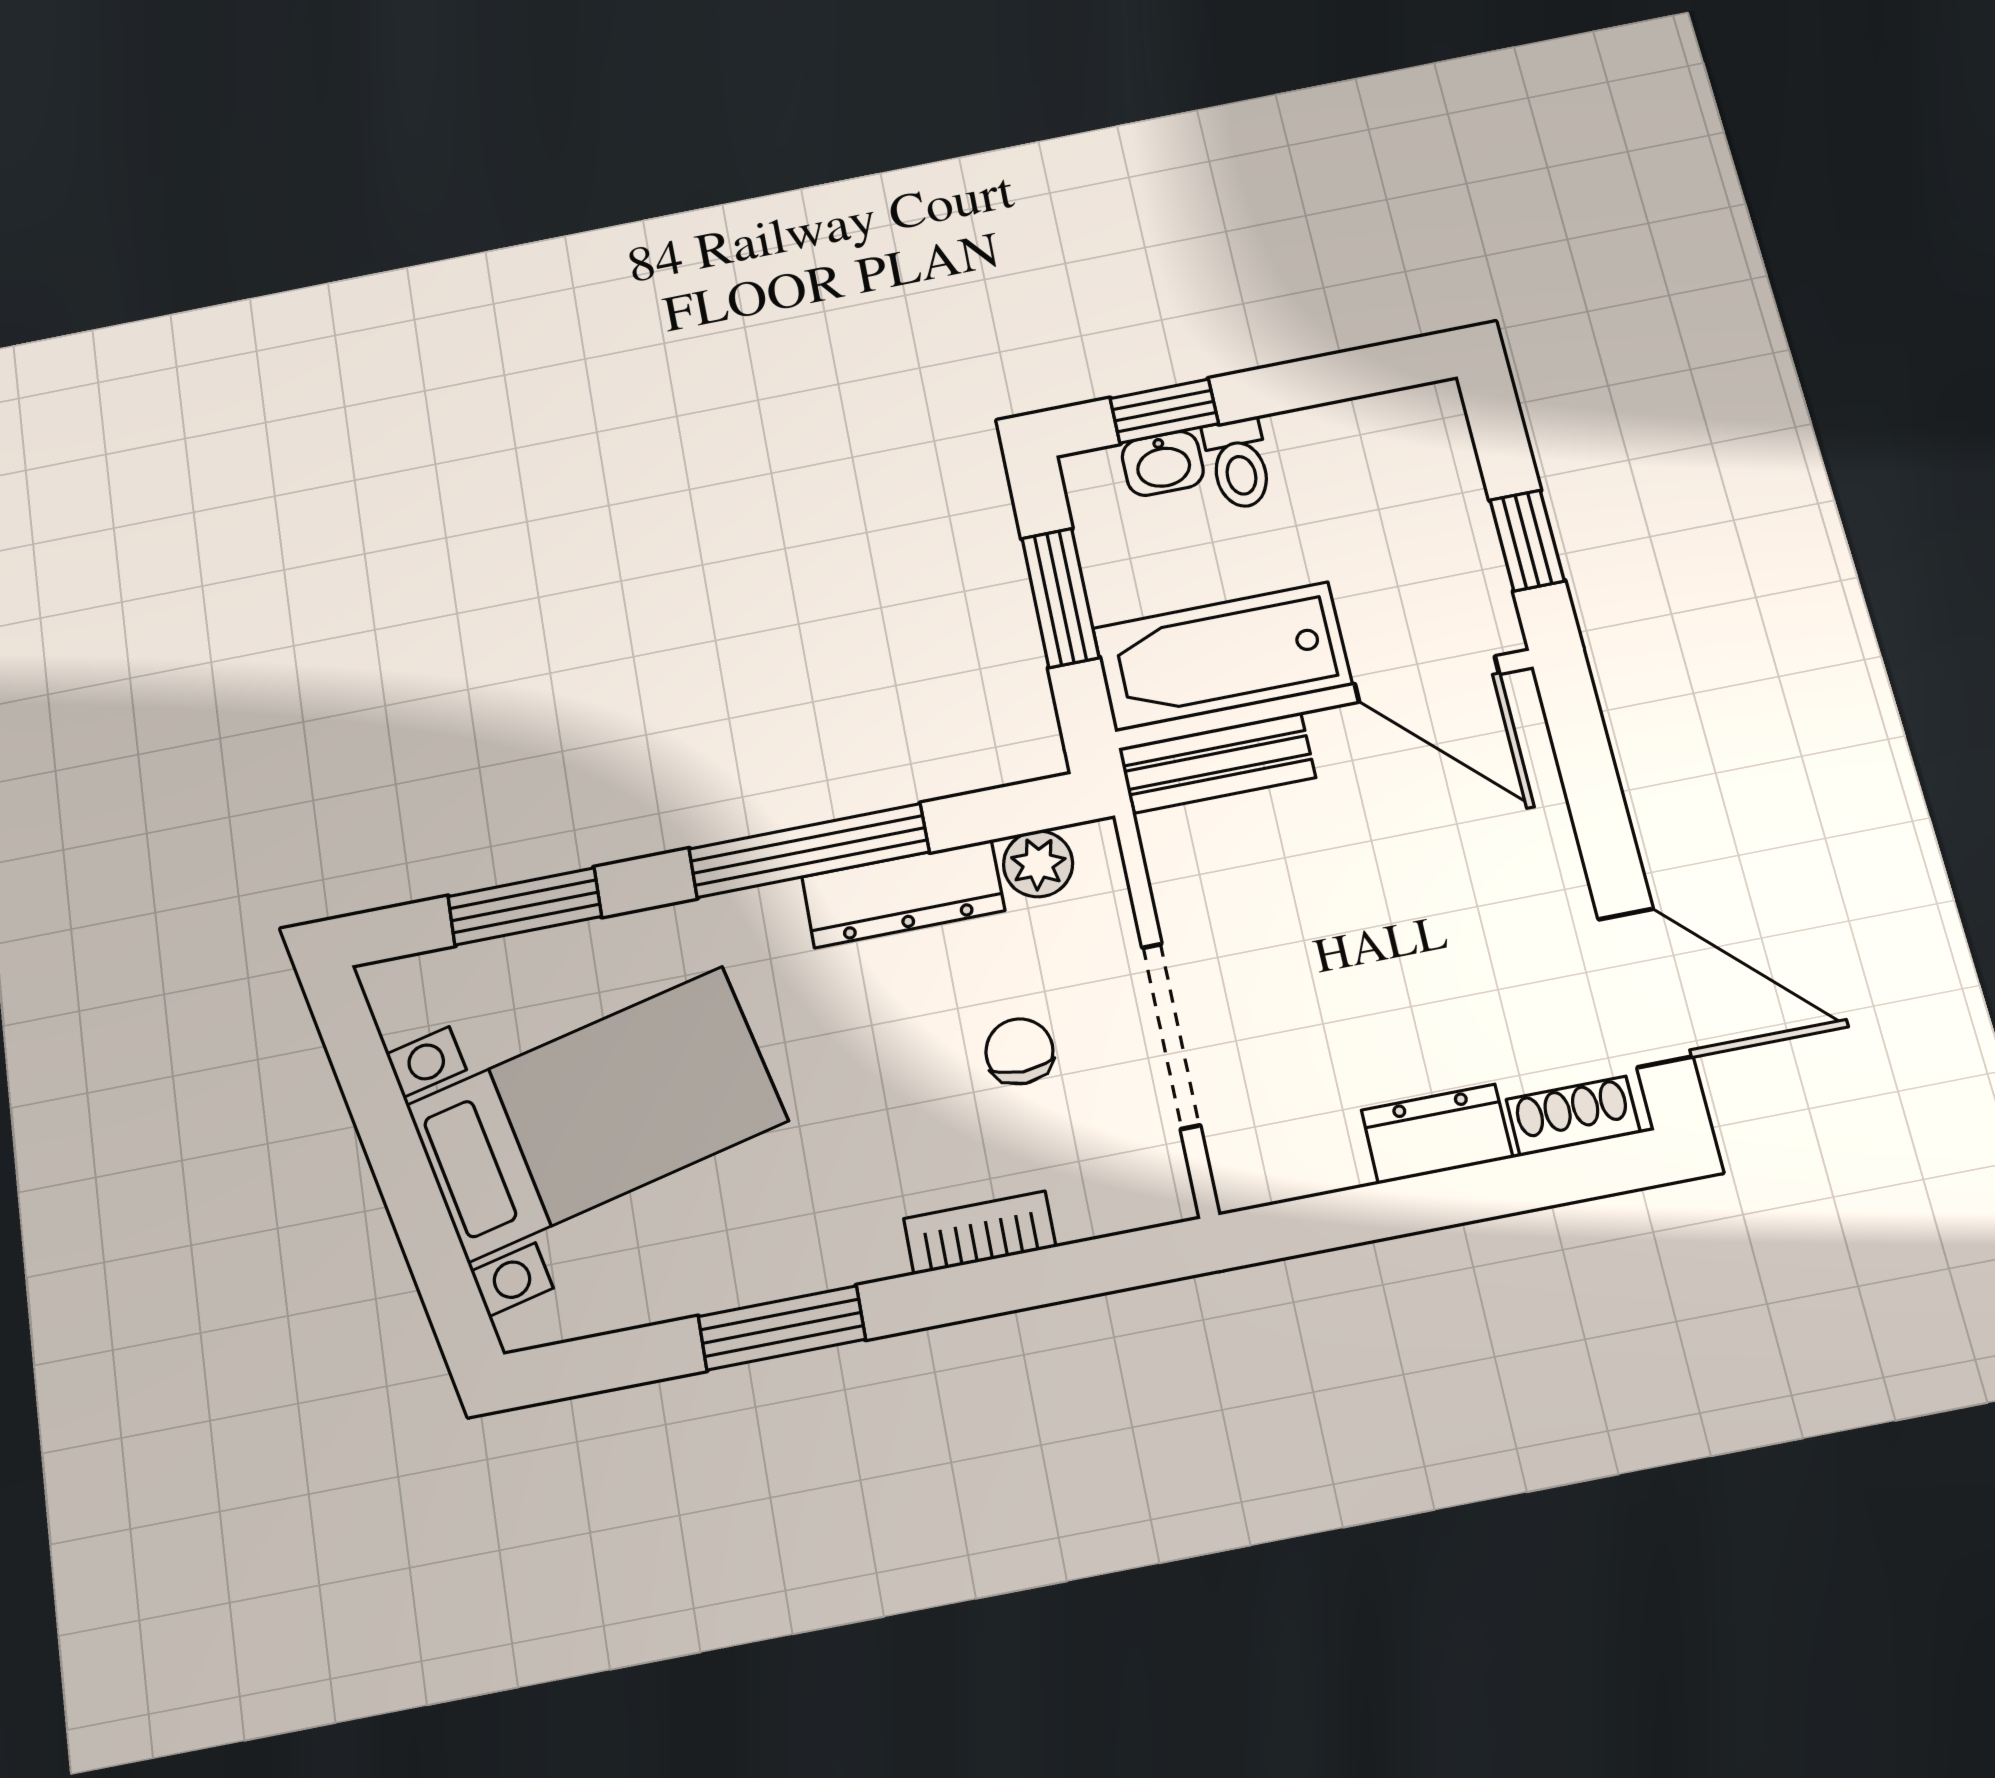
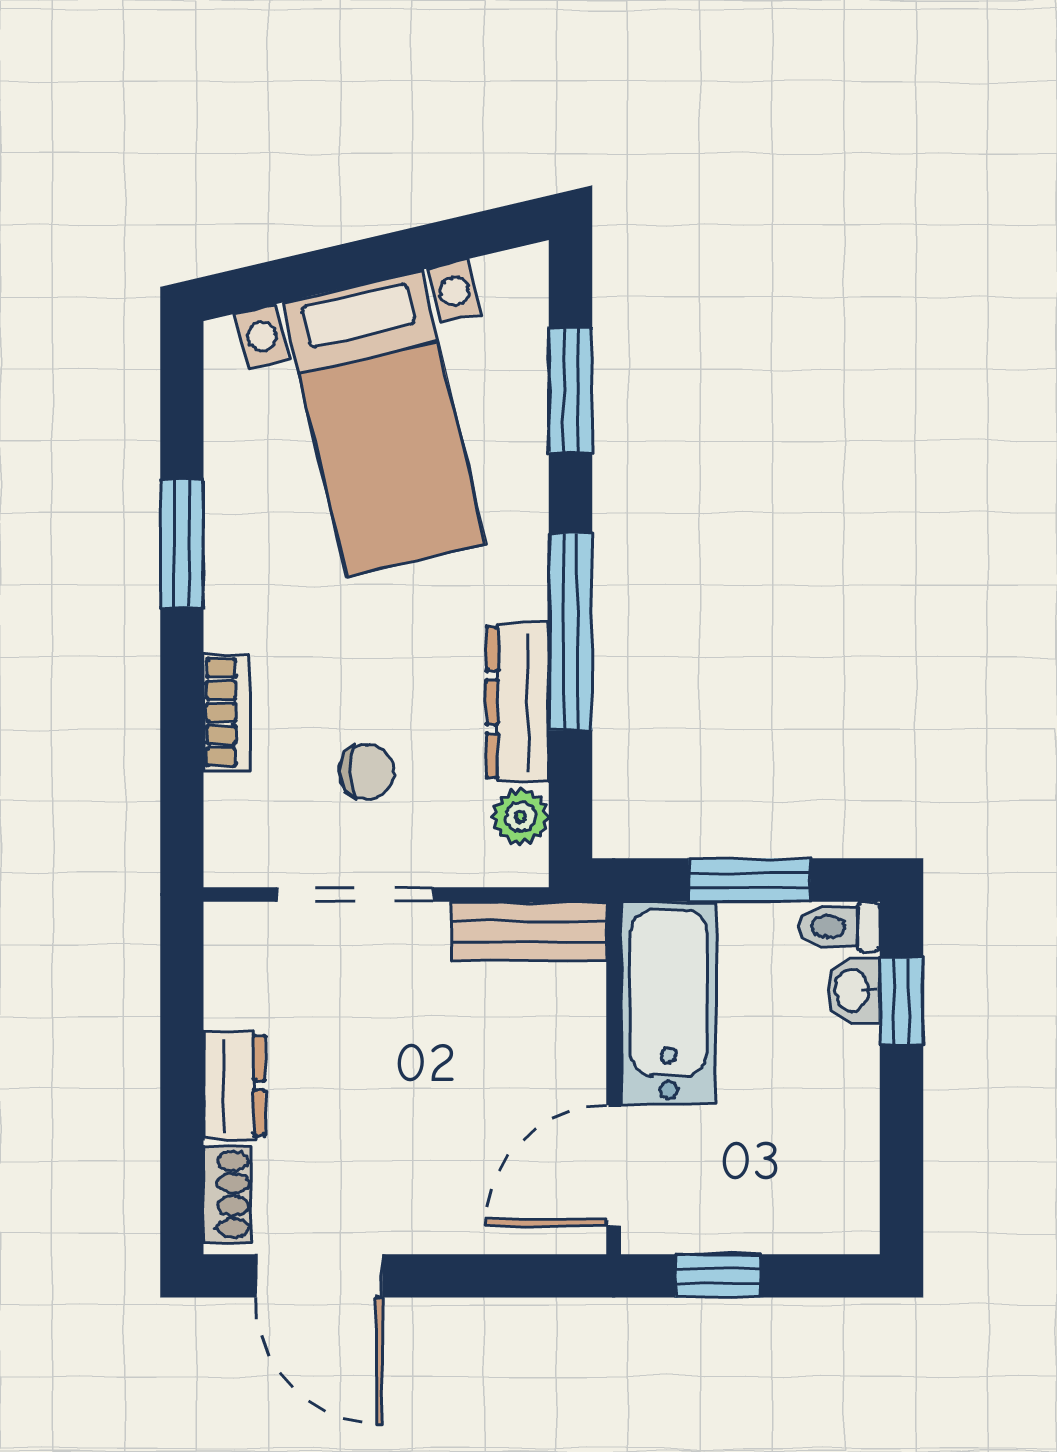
toilet: (1239, 463) -> (839, 927), moved
bench: (1217, 763) -> (529, 931), moved, turned 90
door: (1645, 987) -> (319, 1276), hinge flipped

